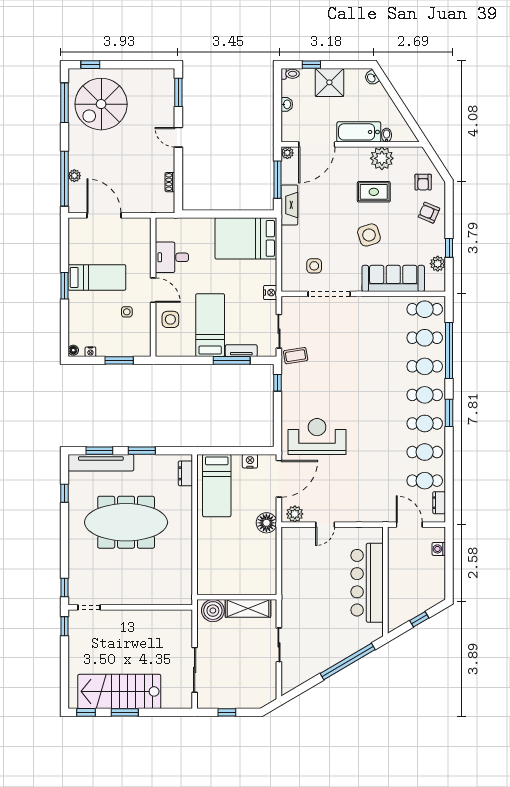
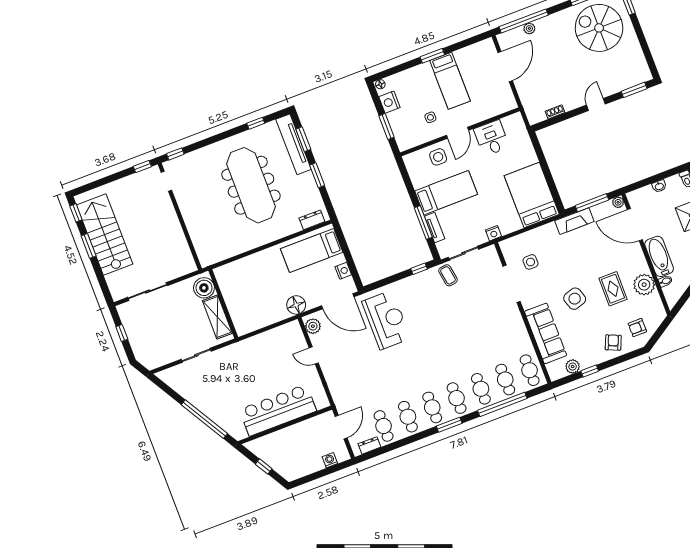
nightstand: (90, 352) -> (389, 102), width x1.89, depth x1.79

